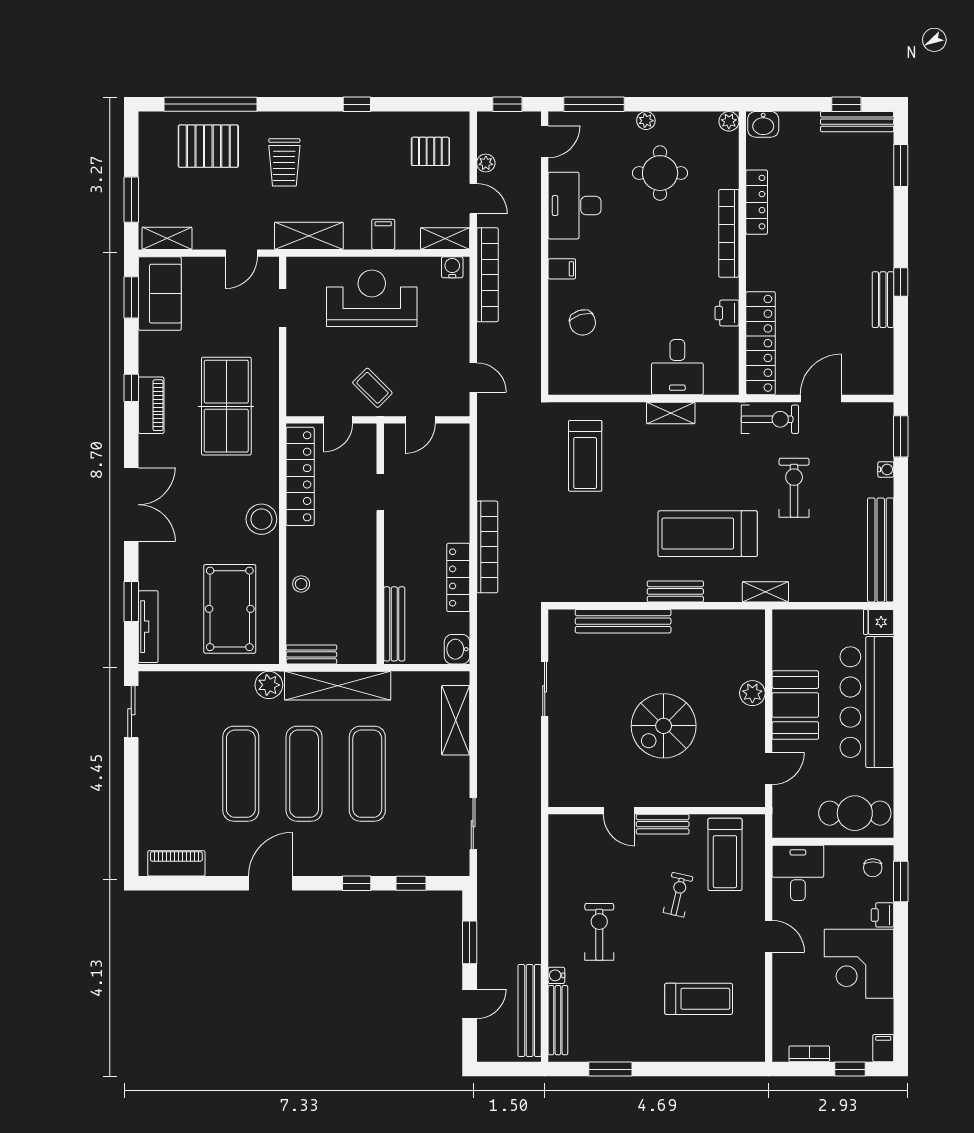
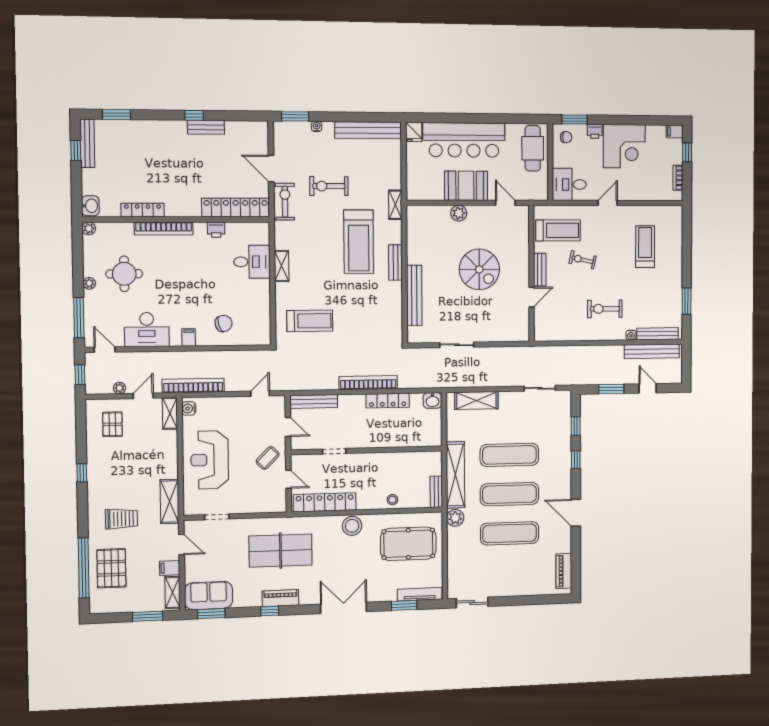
filing cabinet: (383, 234) -> (170, 568), moved
bench: (394, 624) -> (314, 401), moved

